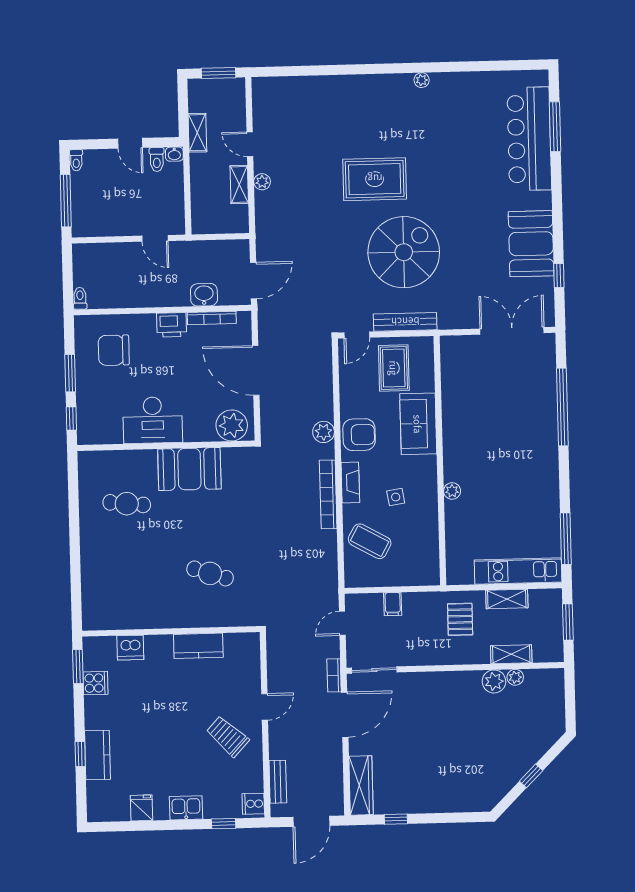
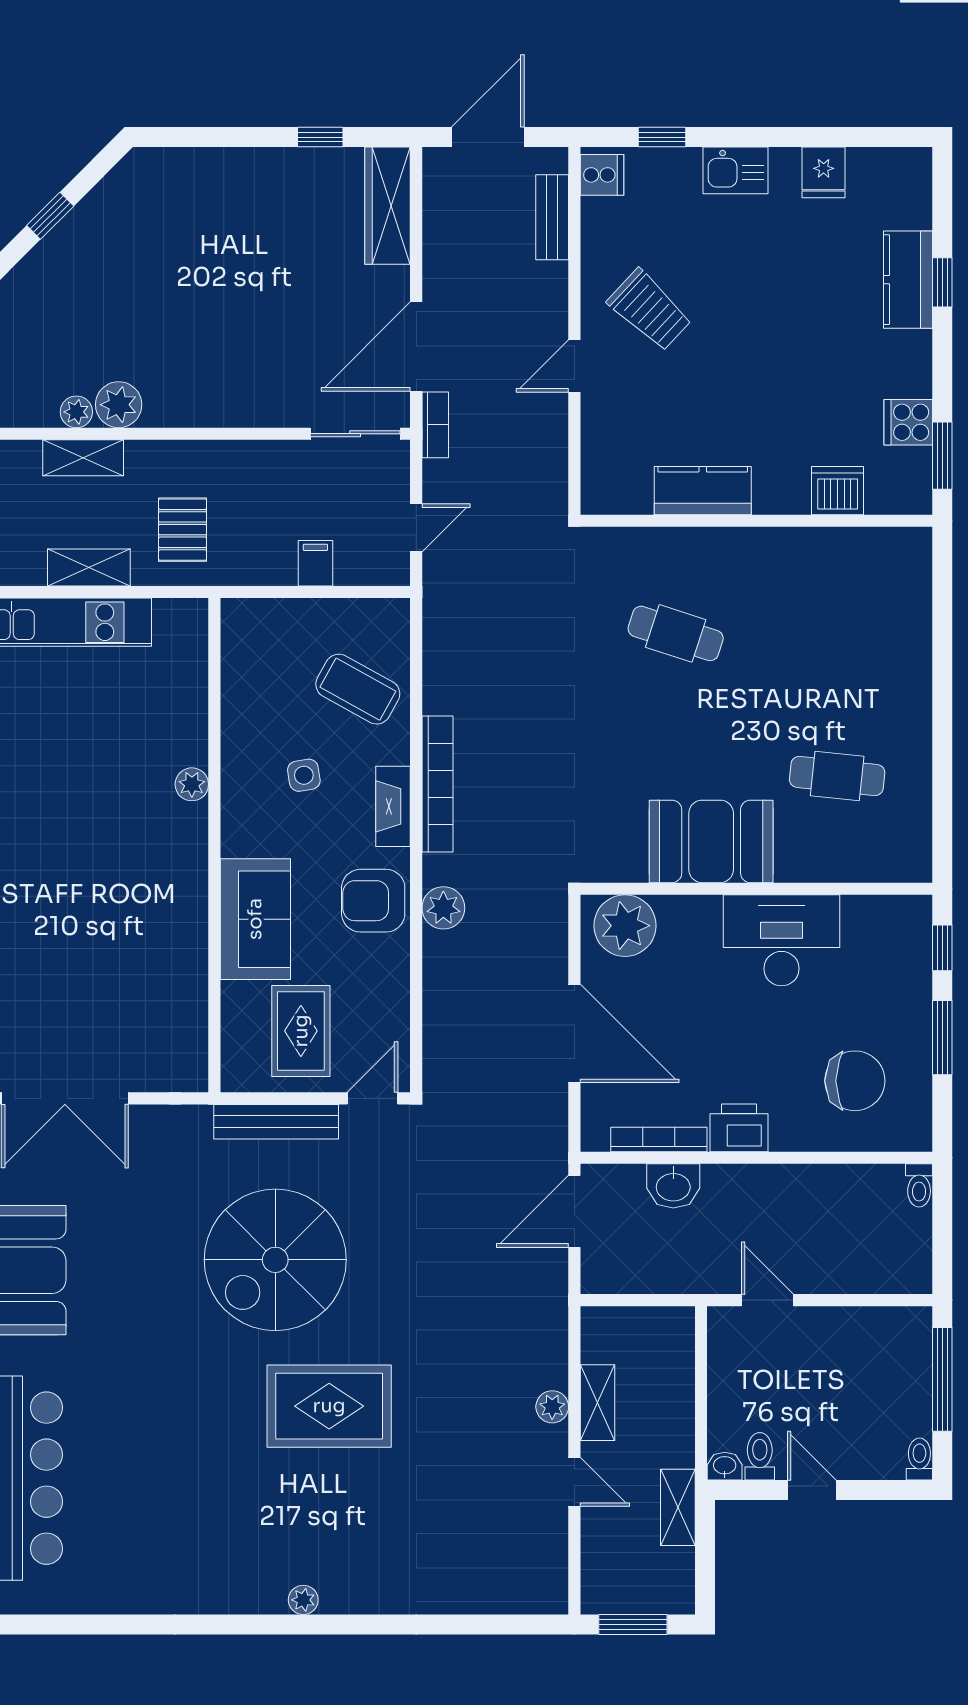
plant: (422, 80) -> (303, 1600), moved

